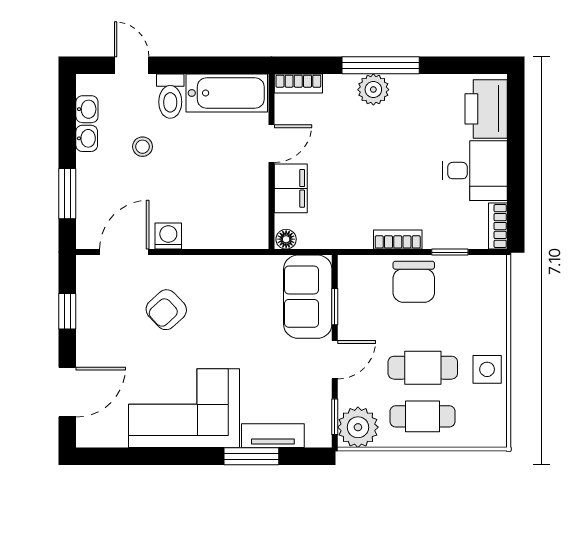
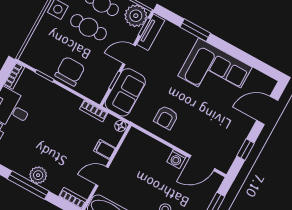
filing cabinet: (291, 188) -> (105, 149), width x0.50
bookcase: (398, 240) -> (94, 111), moved
armchair: (166, 310) -> (166, 117), moved, turned 133
tv unit: (273, 436) -> (151, 32), moved, turned -90

